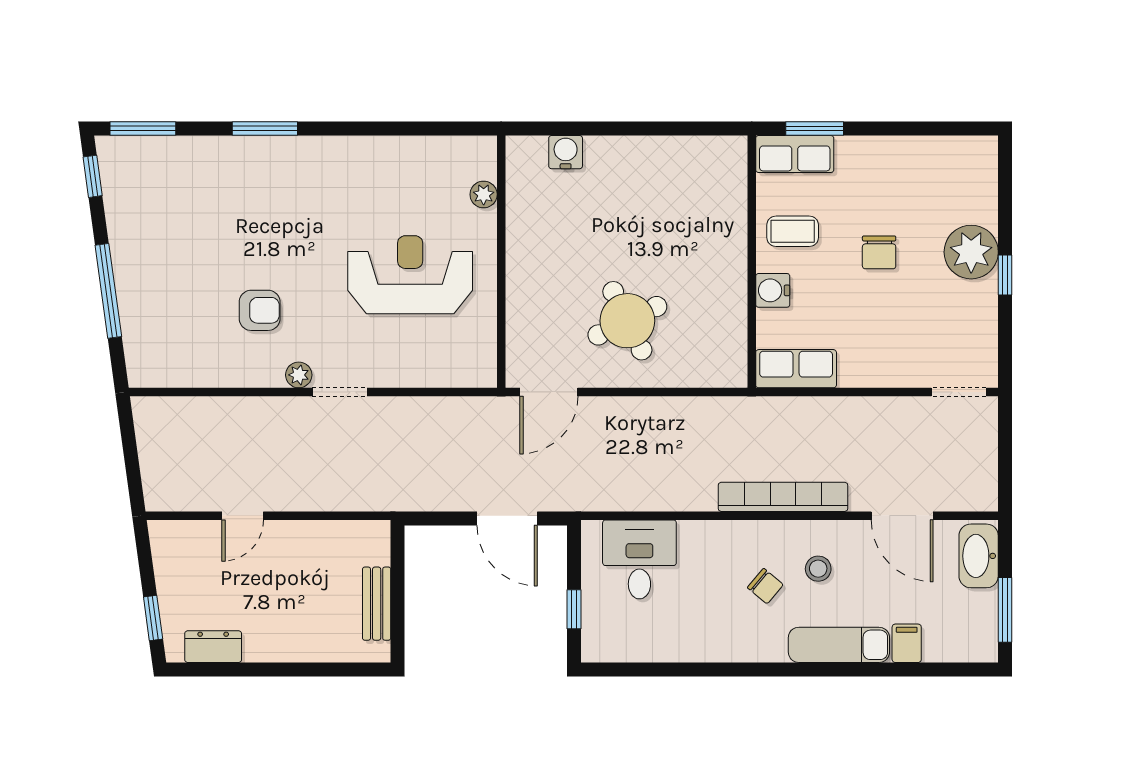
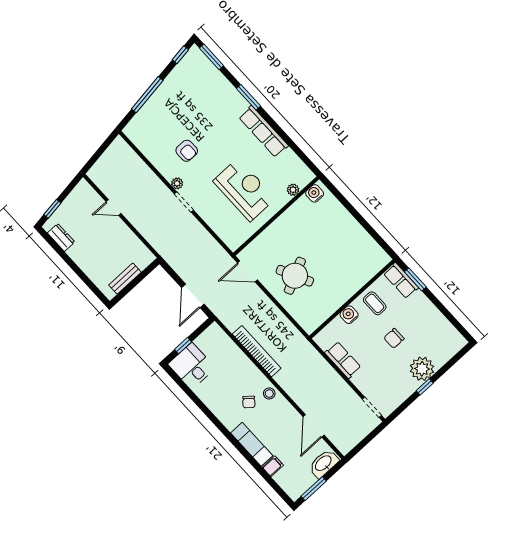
water cooler: (566, 152) -> (315, 193), moved, turned -90
row of seats: (344, 155) -> (264, 131), added
row of seats: (796, 369) -> (343, 360), moved
bookcase: (783, 497) -> (257, 351), moved
desk: (639, 559) -> (192, 366), moved, turned -90
stool: (818, 569) -> (269, 394), moved

